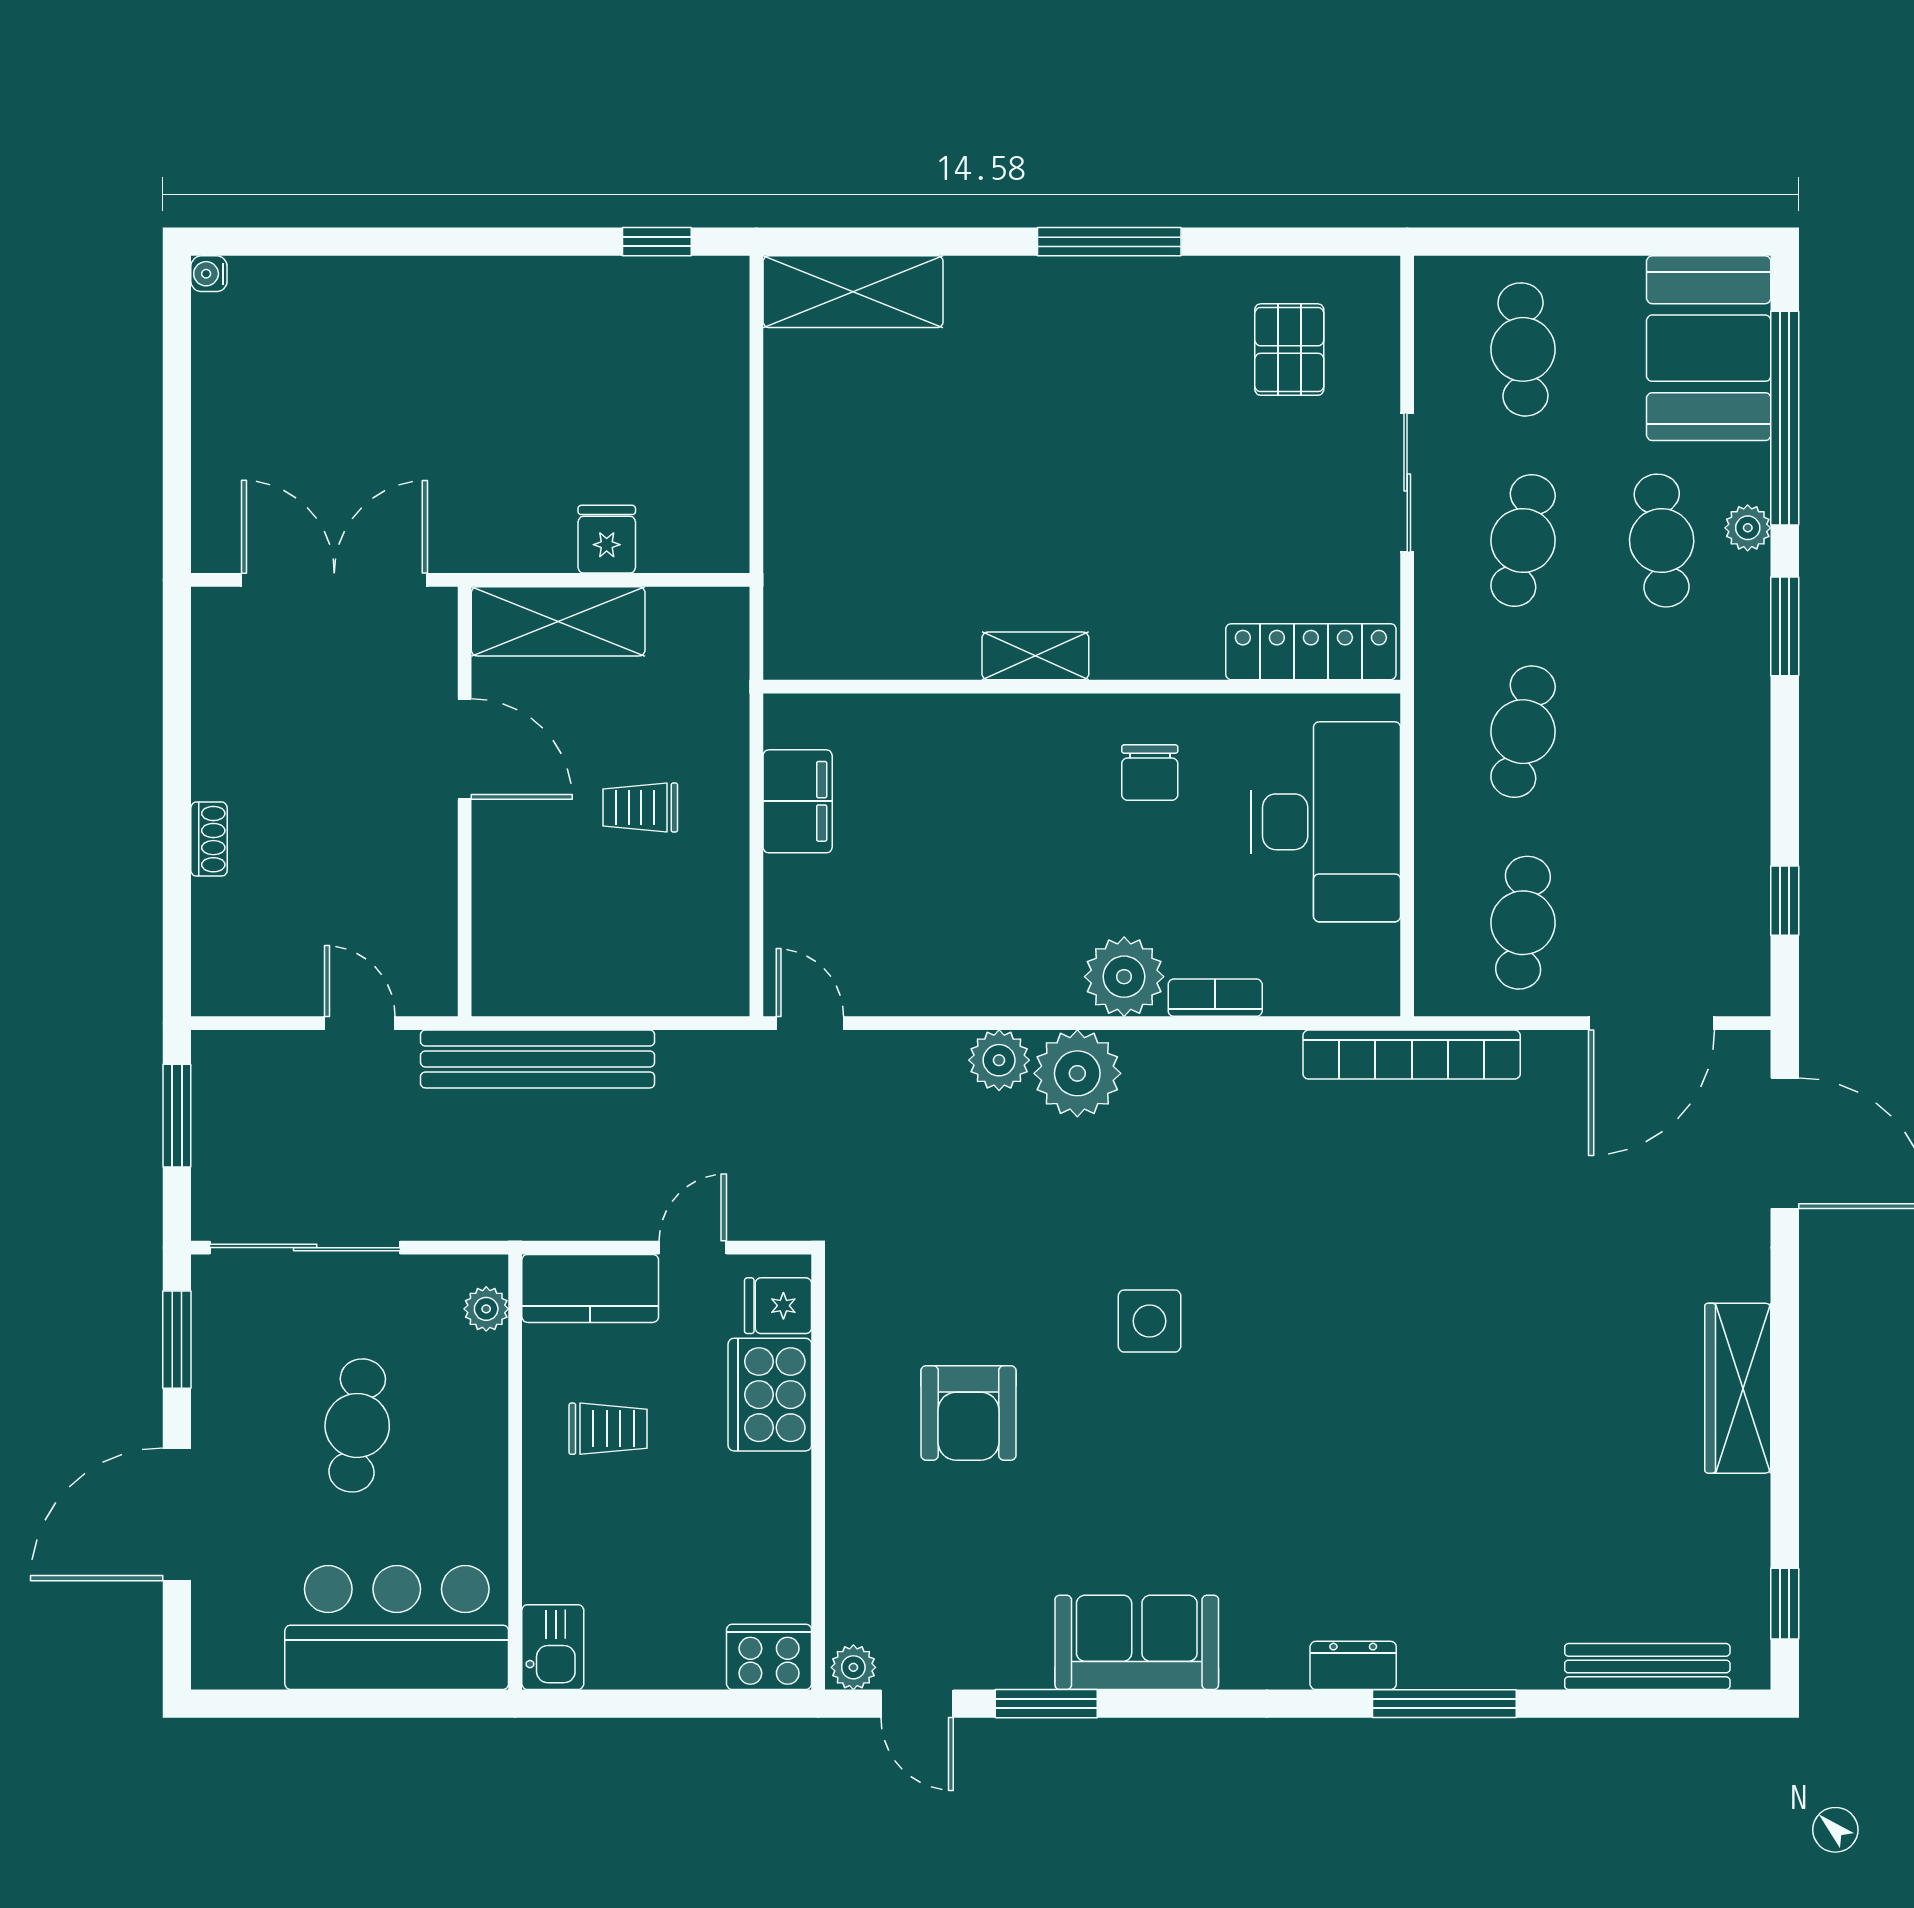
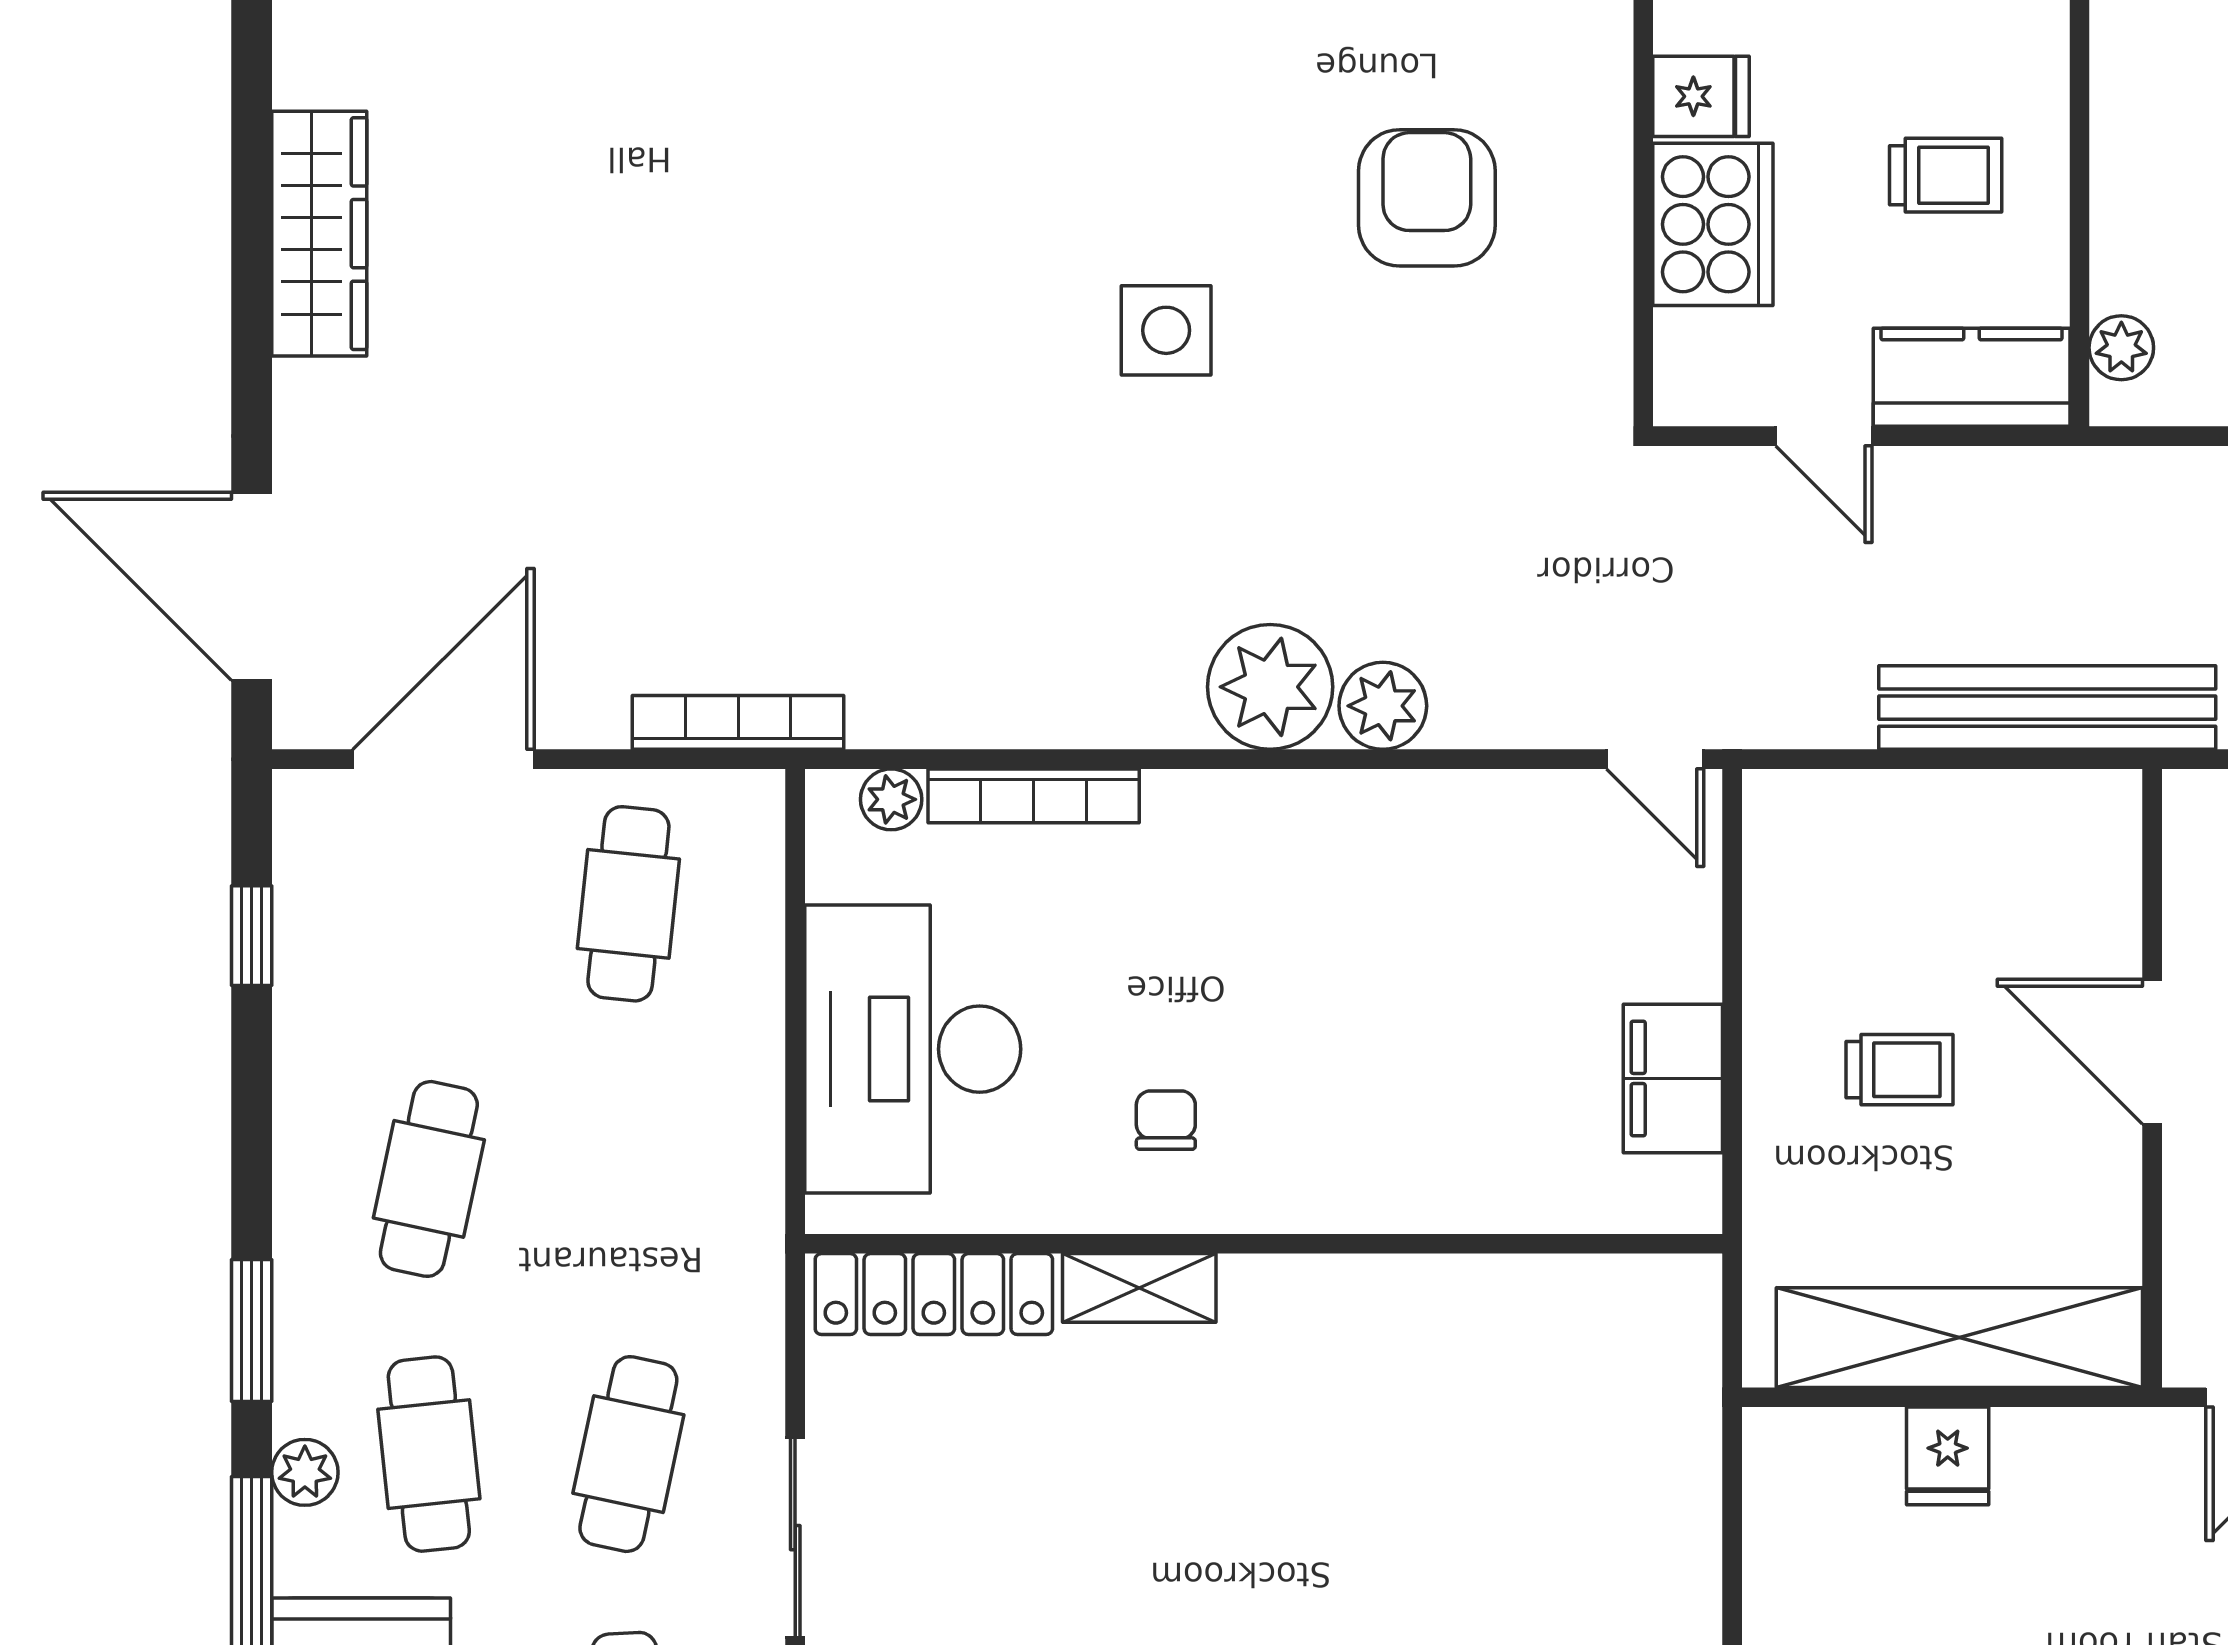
shelving: (558, 621) -> (1959, 1338), width x1.47
shelving: (1035, 656) -> (1139, 1288), moved
cafe table: (1523, 732) -> (429, 1179), moved
door: (465, 749) -> (2152, 1052), moved
chair: (1150, 772) -> (1166, 1120), width x0.73, depth x0.73
plant: (1124, 977) -> (891, 799), moved, width x0.53, depth x0.53
bookcase: (1215, 998) -> (1034, 796), width x1.56
bookcase: (1412, 1055) -> (738, 722), width x0.68, depth x0.76
door: (693, 1248) -> (1824, 436), hinge flipped
fridge: (778, 1306) -> (1701, 96), moved
trolley: (608, 1429) -> (1946, 175), turned 180

